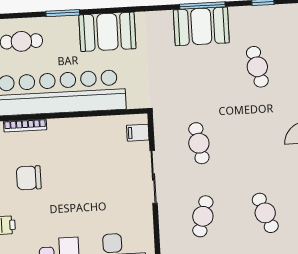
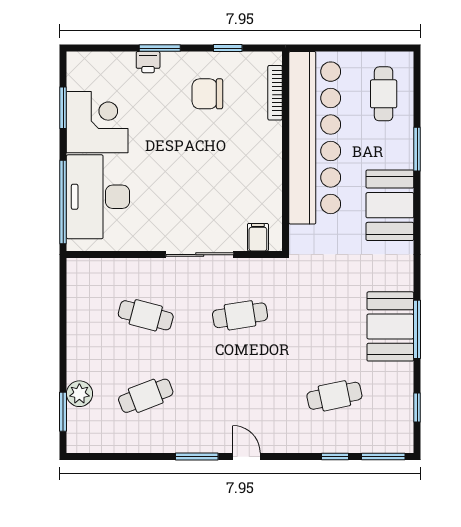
chair: (29, 178) -> (207, 94), turned -90

